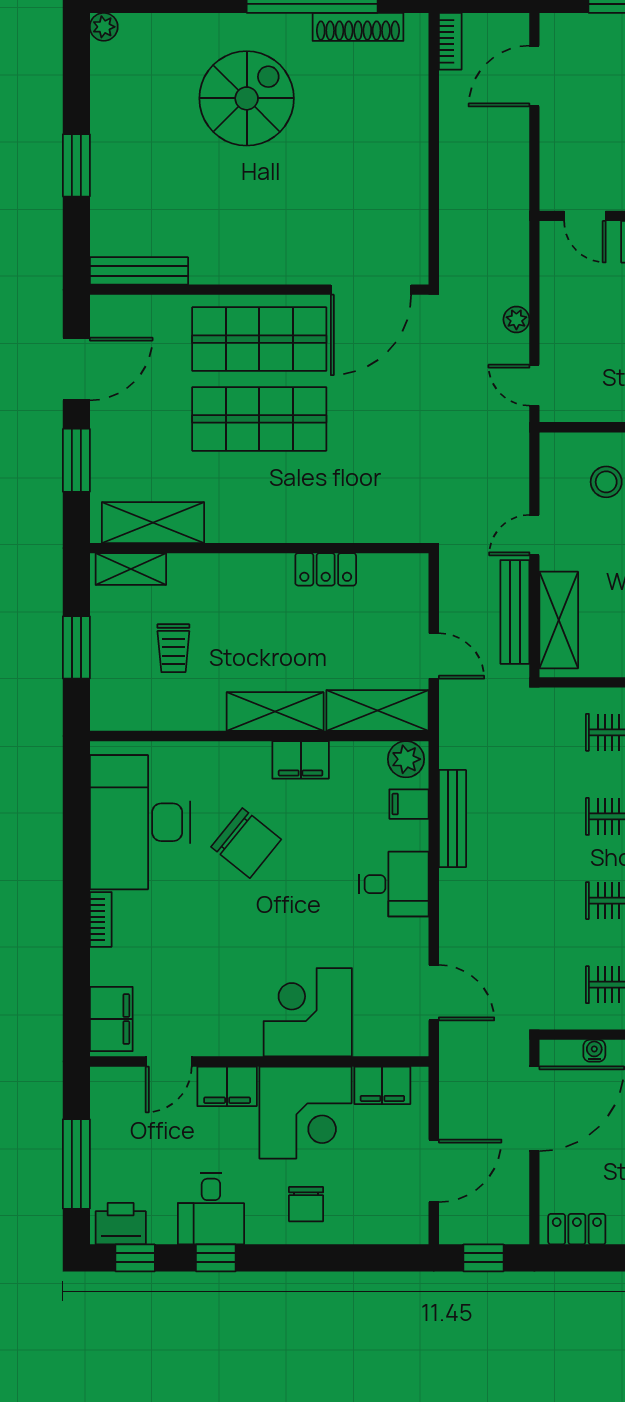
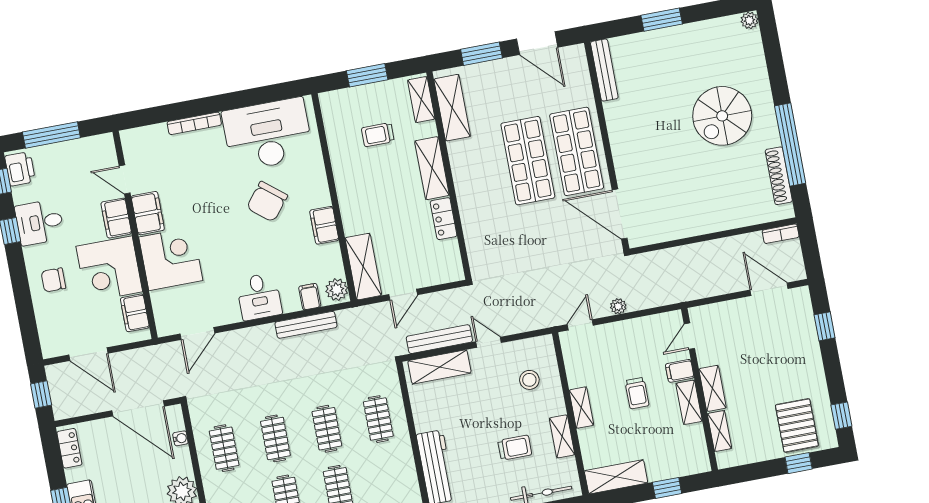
spiral stairs: (247, 98) -> (722, 116), turned 90
shelving: (275, 712) -> (432, 168), moved
bookcase: (101, 919) -> (194, 123), width x1.56
filing cabinet: (111, 1019) -> (148, 213), moved, turned -90

